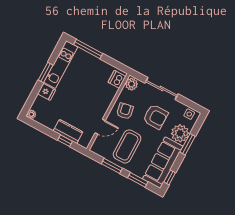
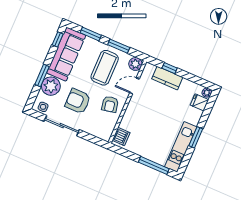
plant: (131, 84) -> (135, 64), moved
sliding door: (161, 88) -> (62, 126), moved
fridge: (47, 92) -> (199, 102), moved

